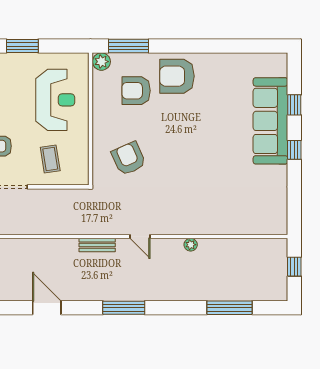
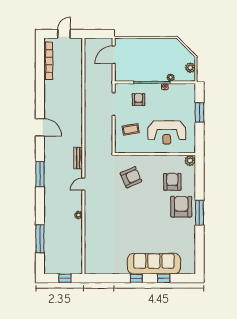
window: (128, 46) -> (200, 213), moved
door: (47, 308) -> (40, 127), hinge flipped

